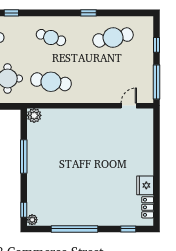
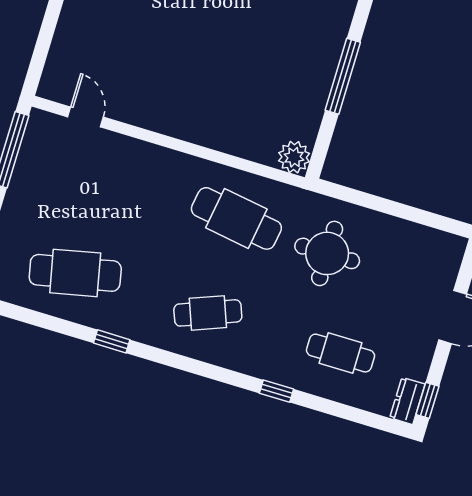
cafe table: (51, 38) -> (208, 313), turned -39
door: (129, 106) -> (86, 117), swing flipped

